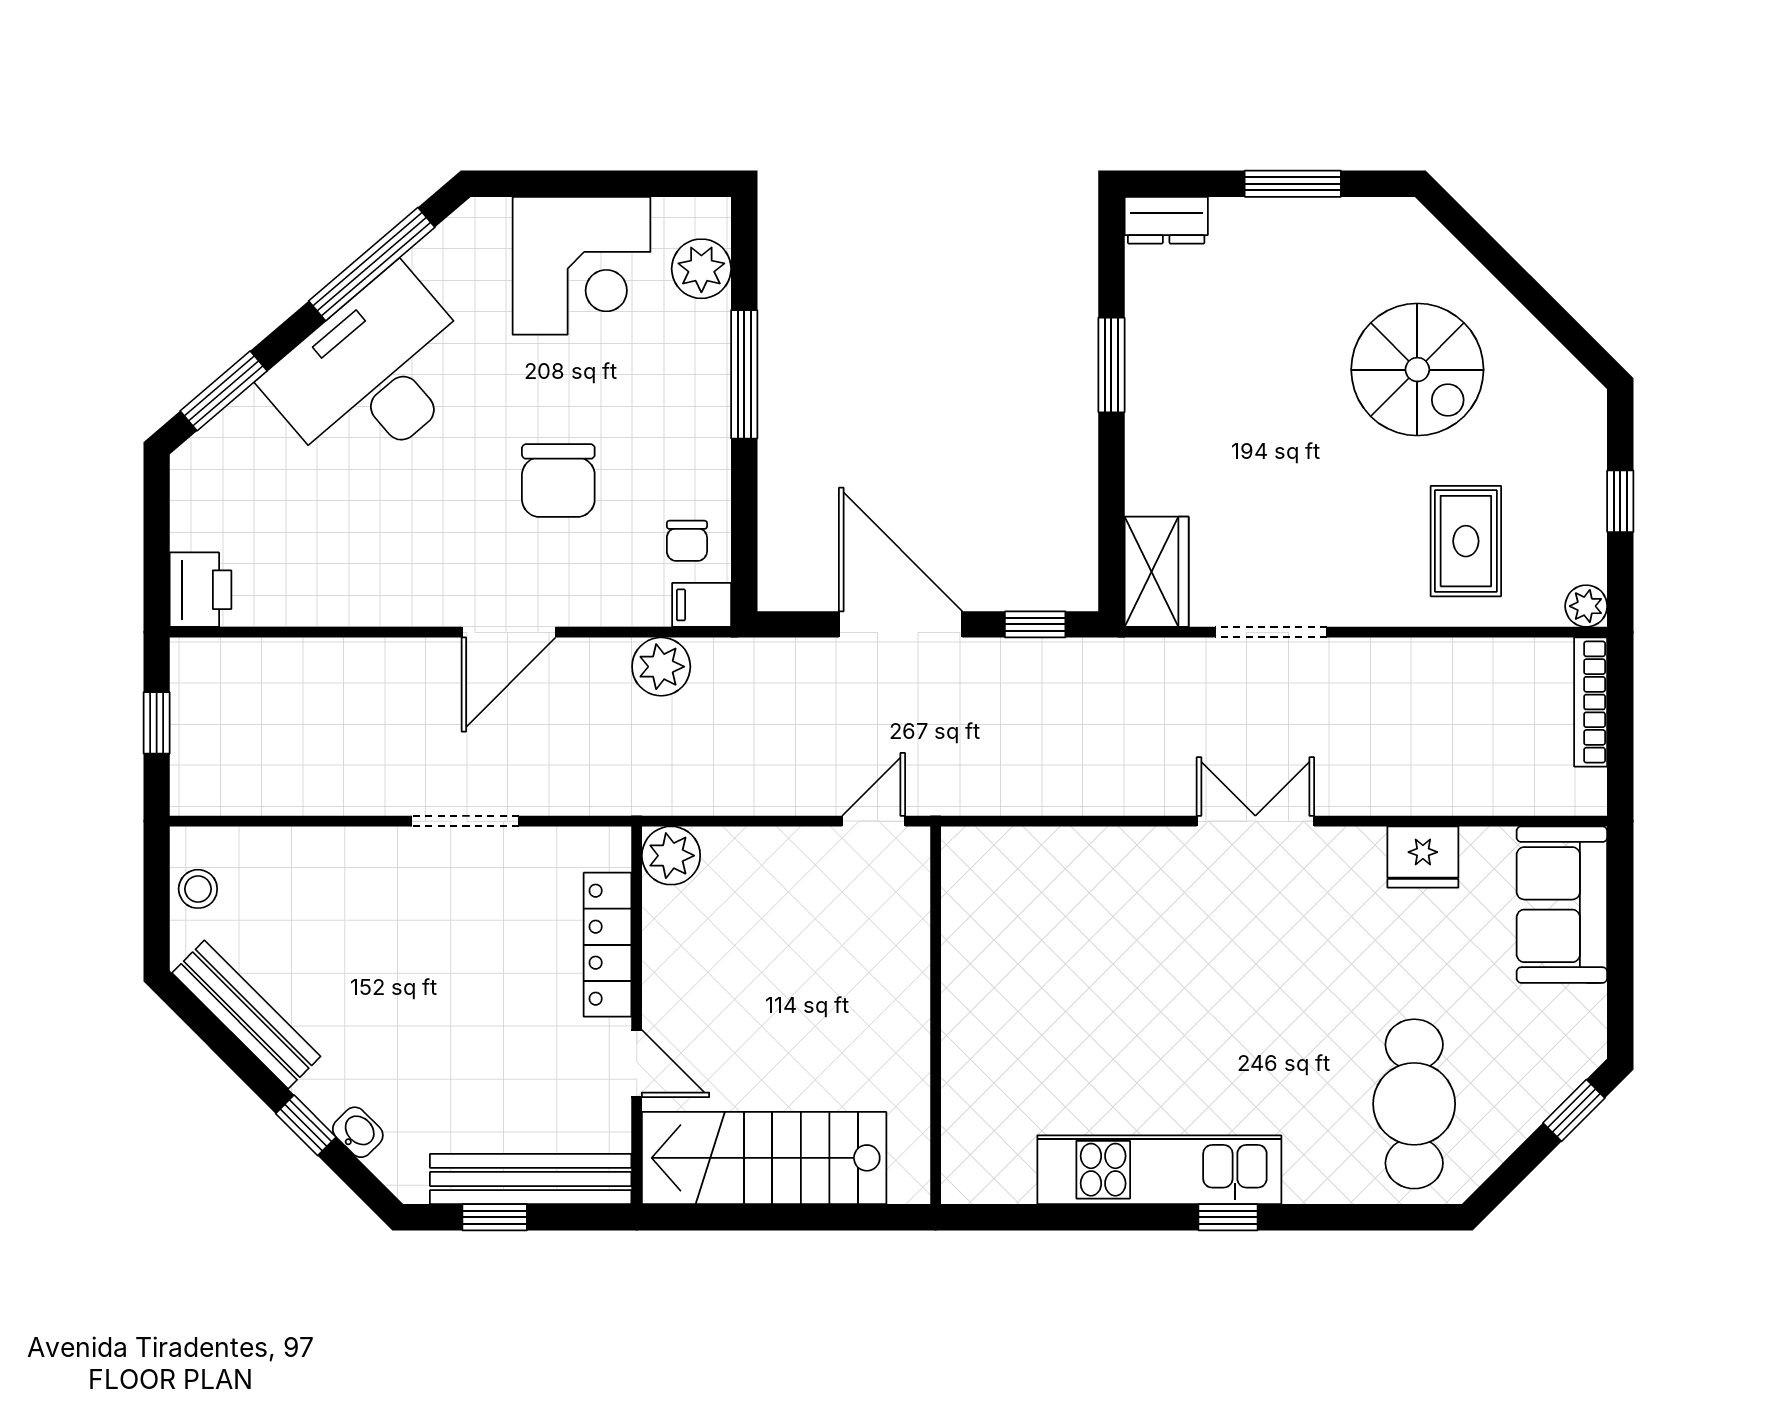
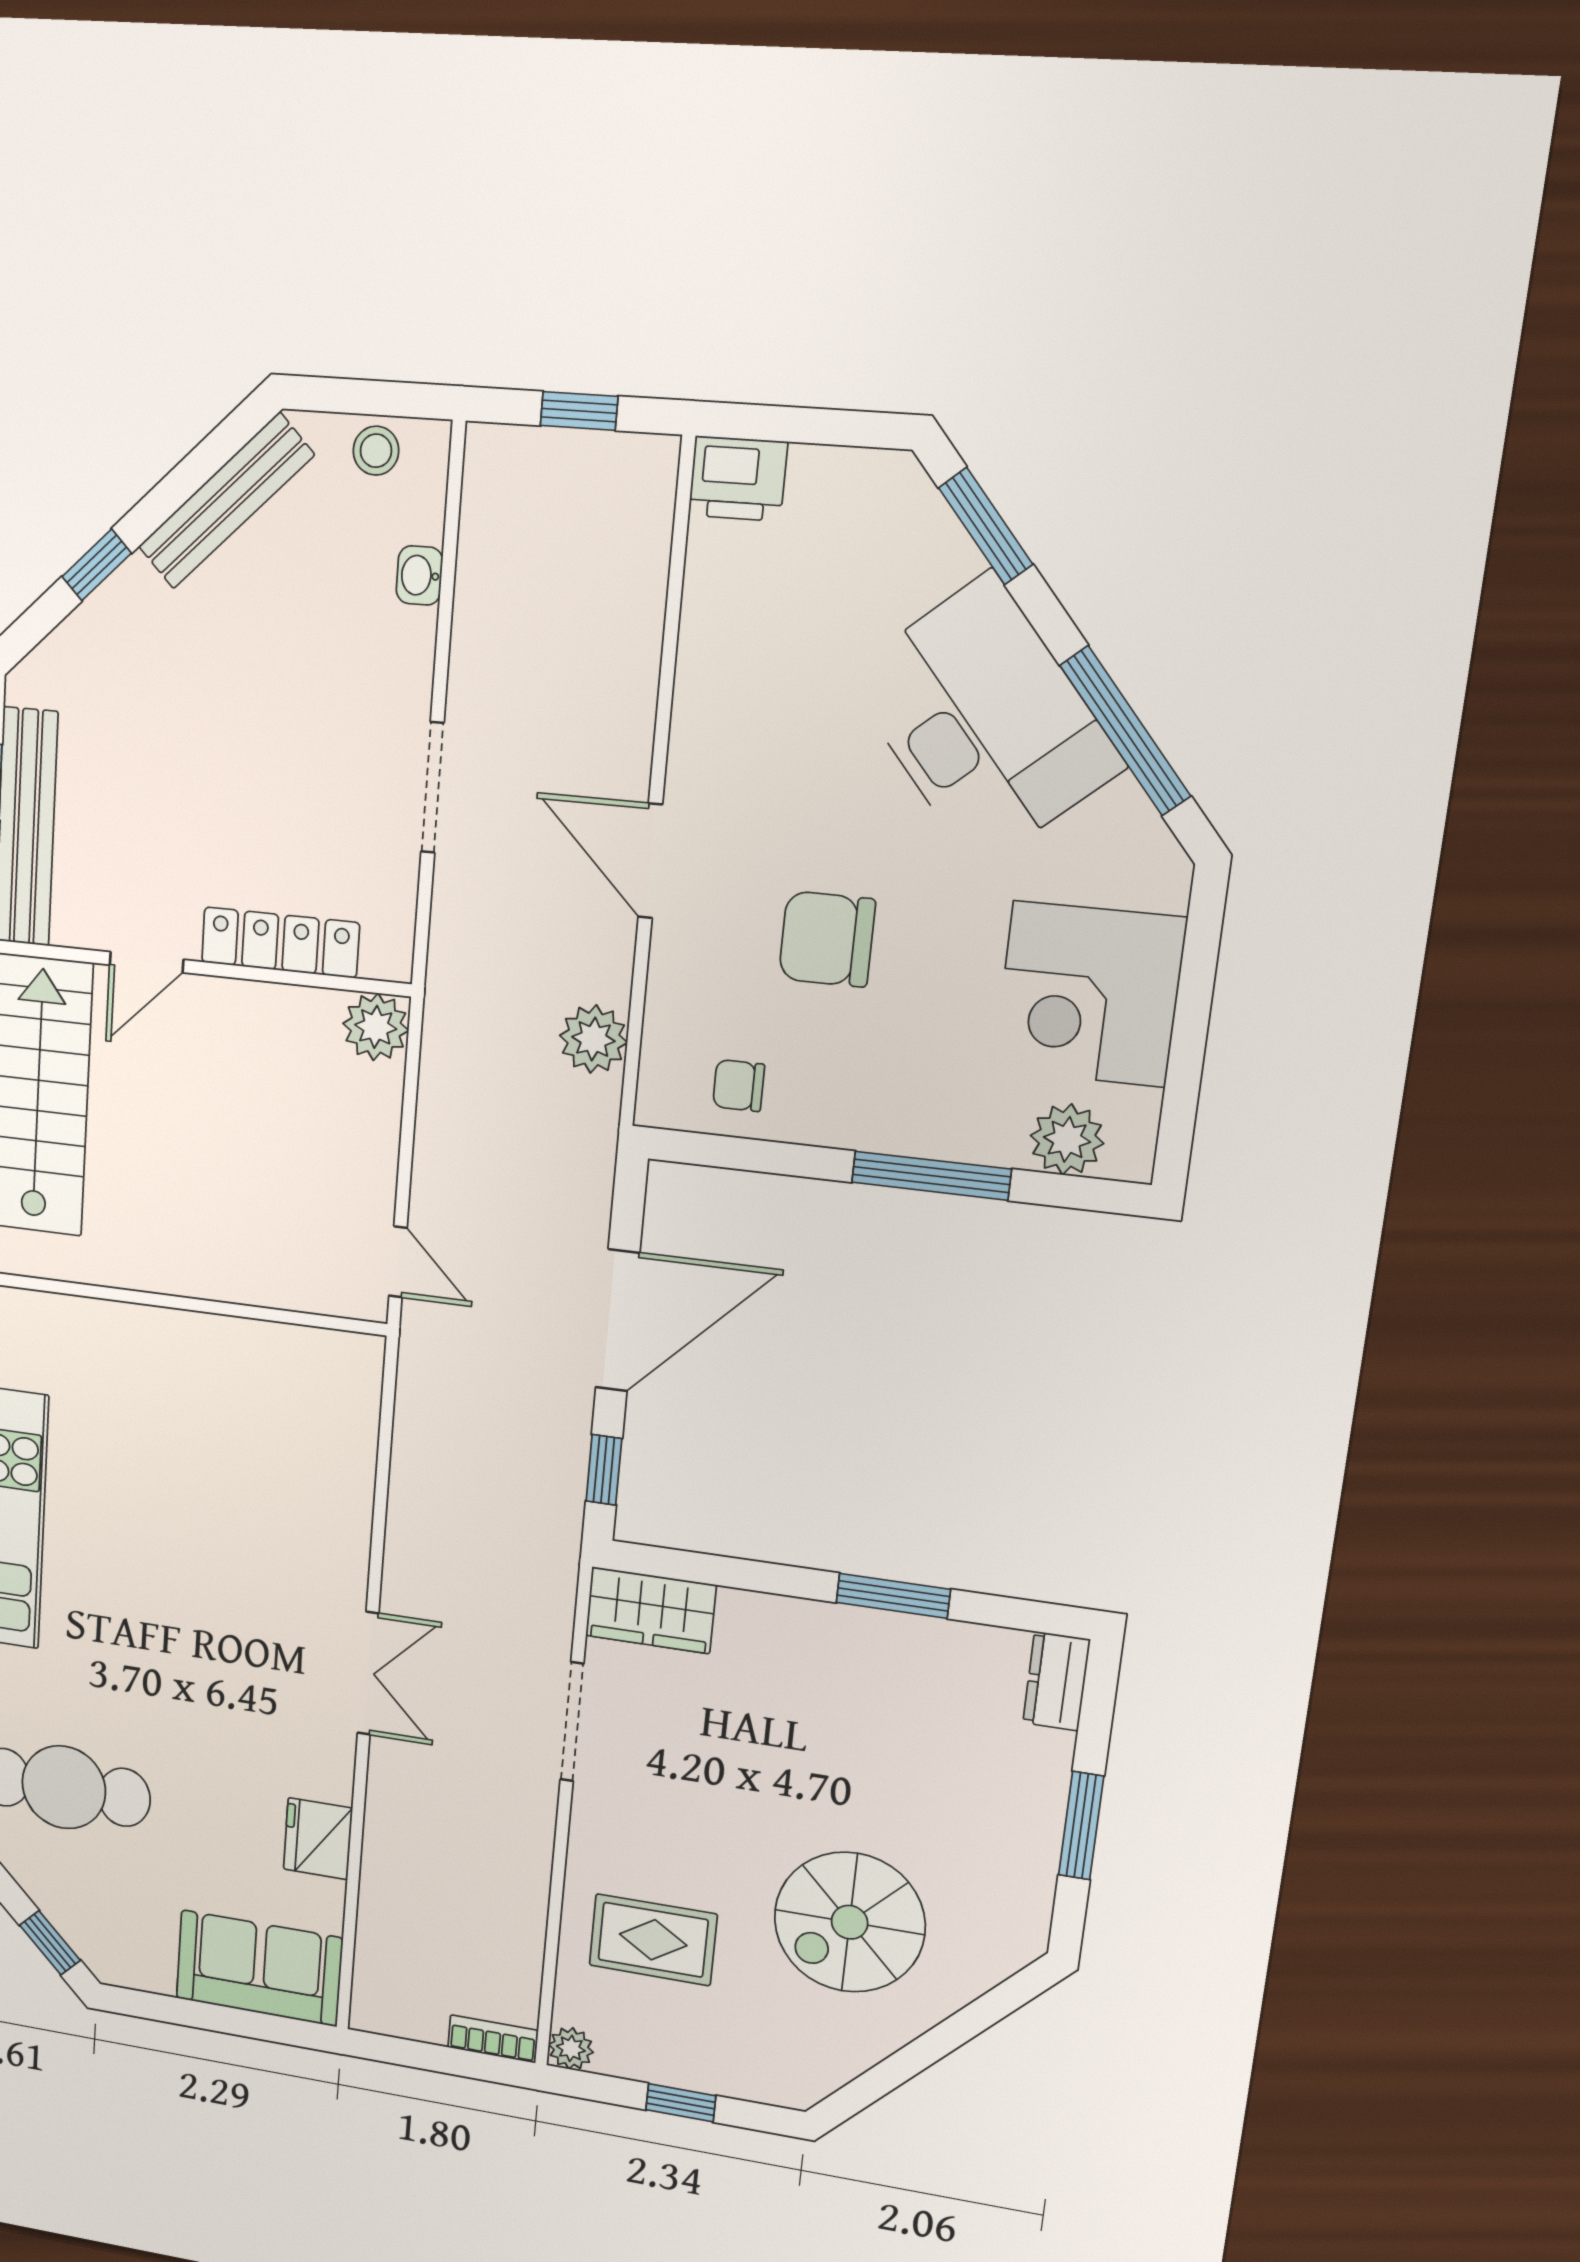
filing cabinet: (702, 605) -> (661, 1094), removed
bookcase: (1591, 702) -> (493, 2039), width x0.64
washbasin: (358, 1132) -> (419, 575), moved, turned 135

